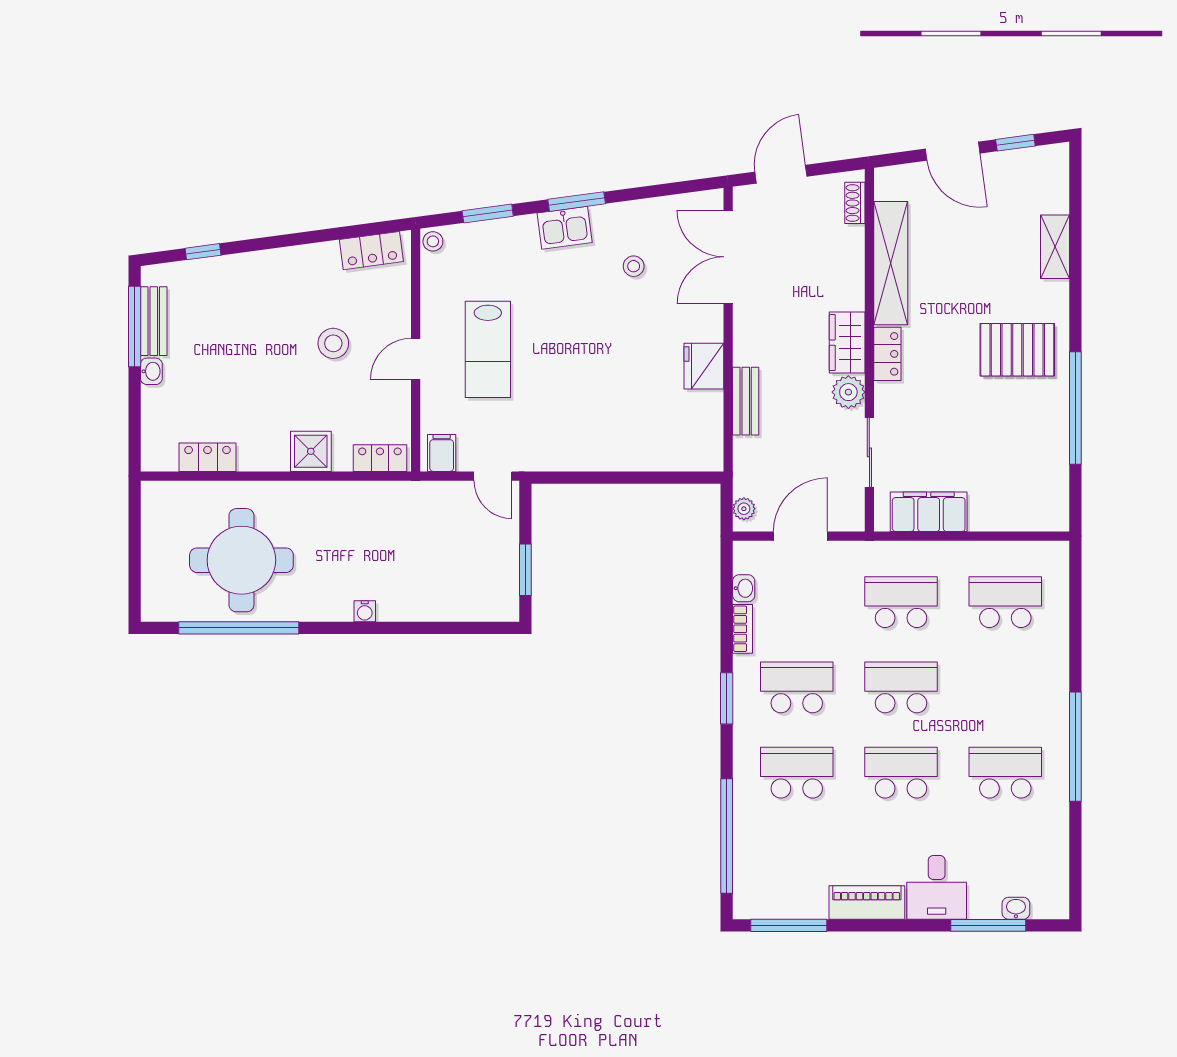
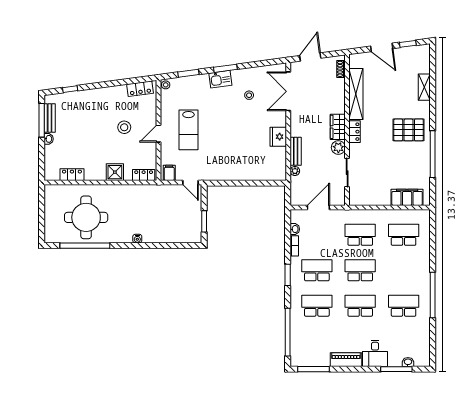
plant: (744, 509) -> (295, 171), moved
filing cabinet: (929, 512) -> (407, 197), moved

